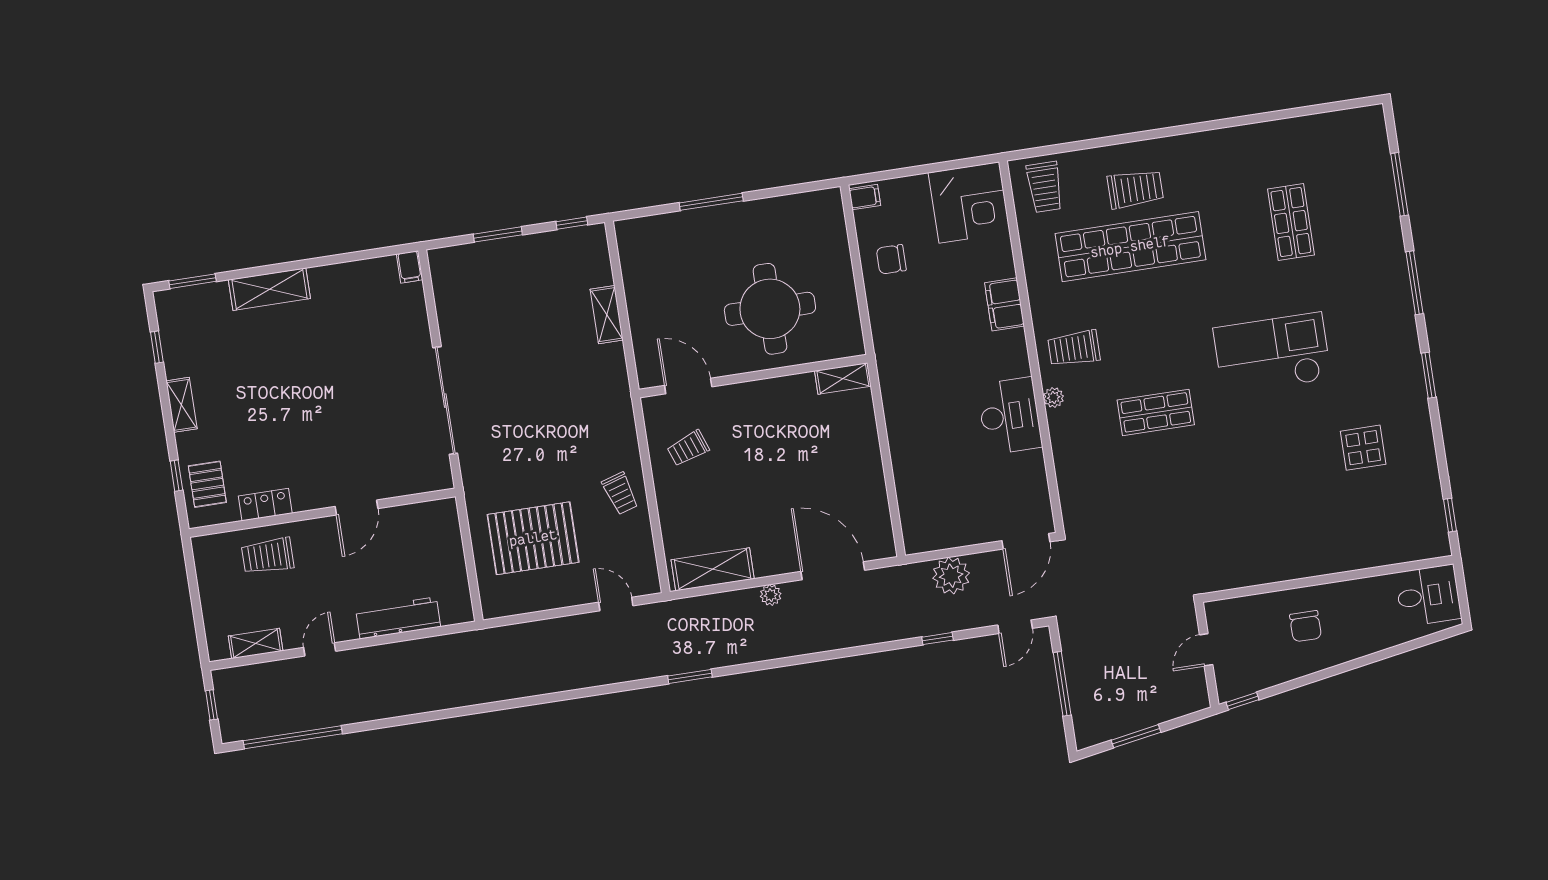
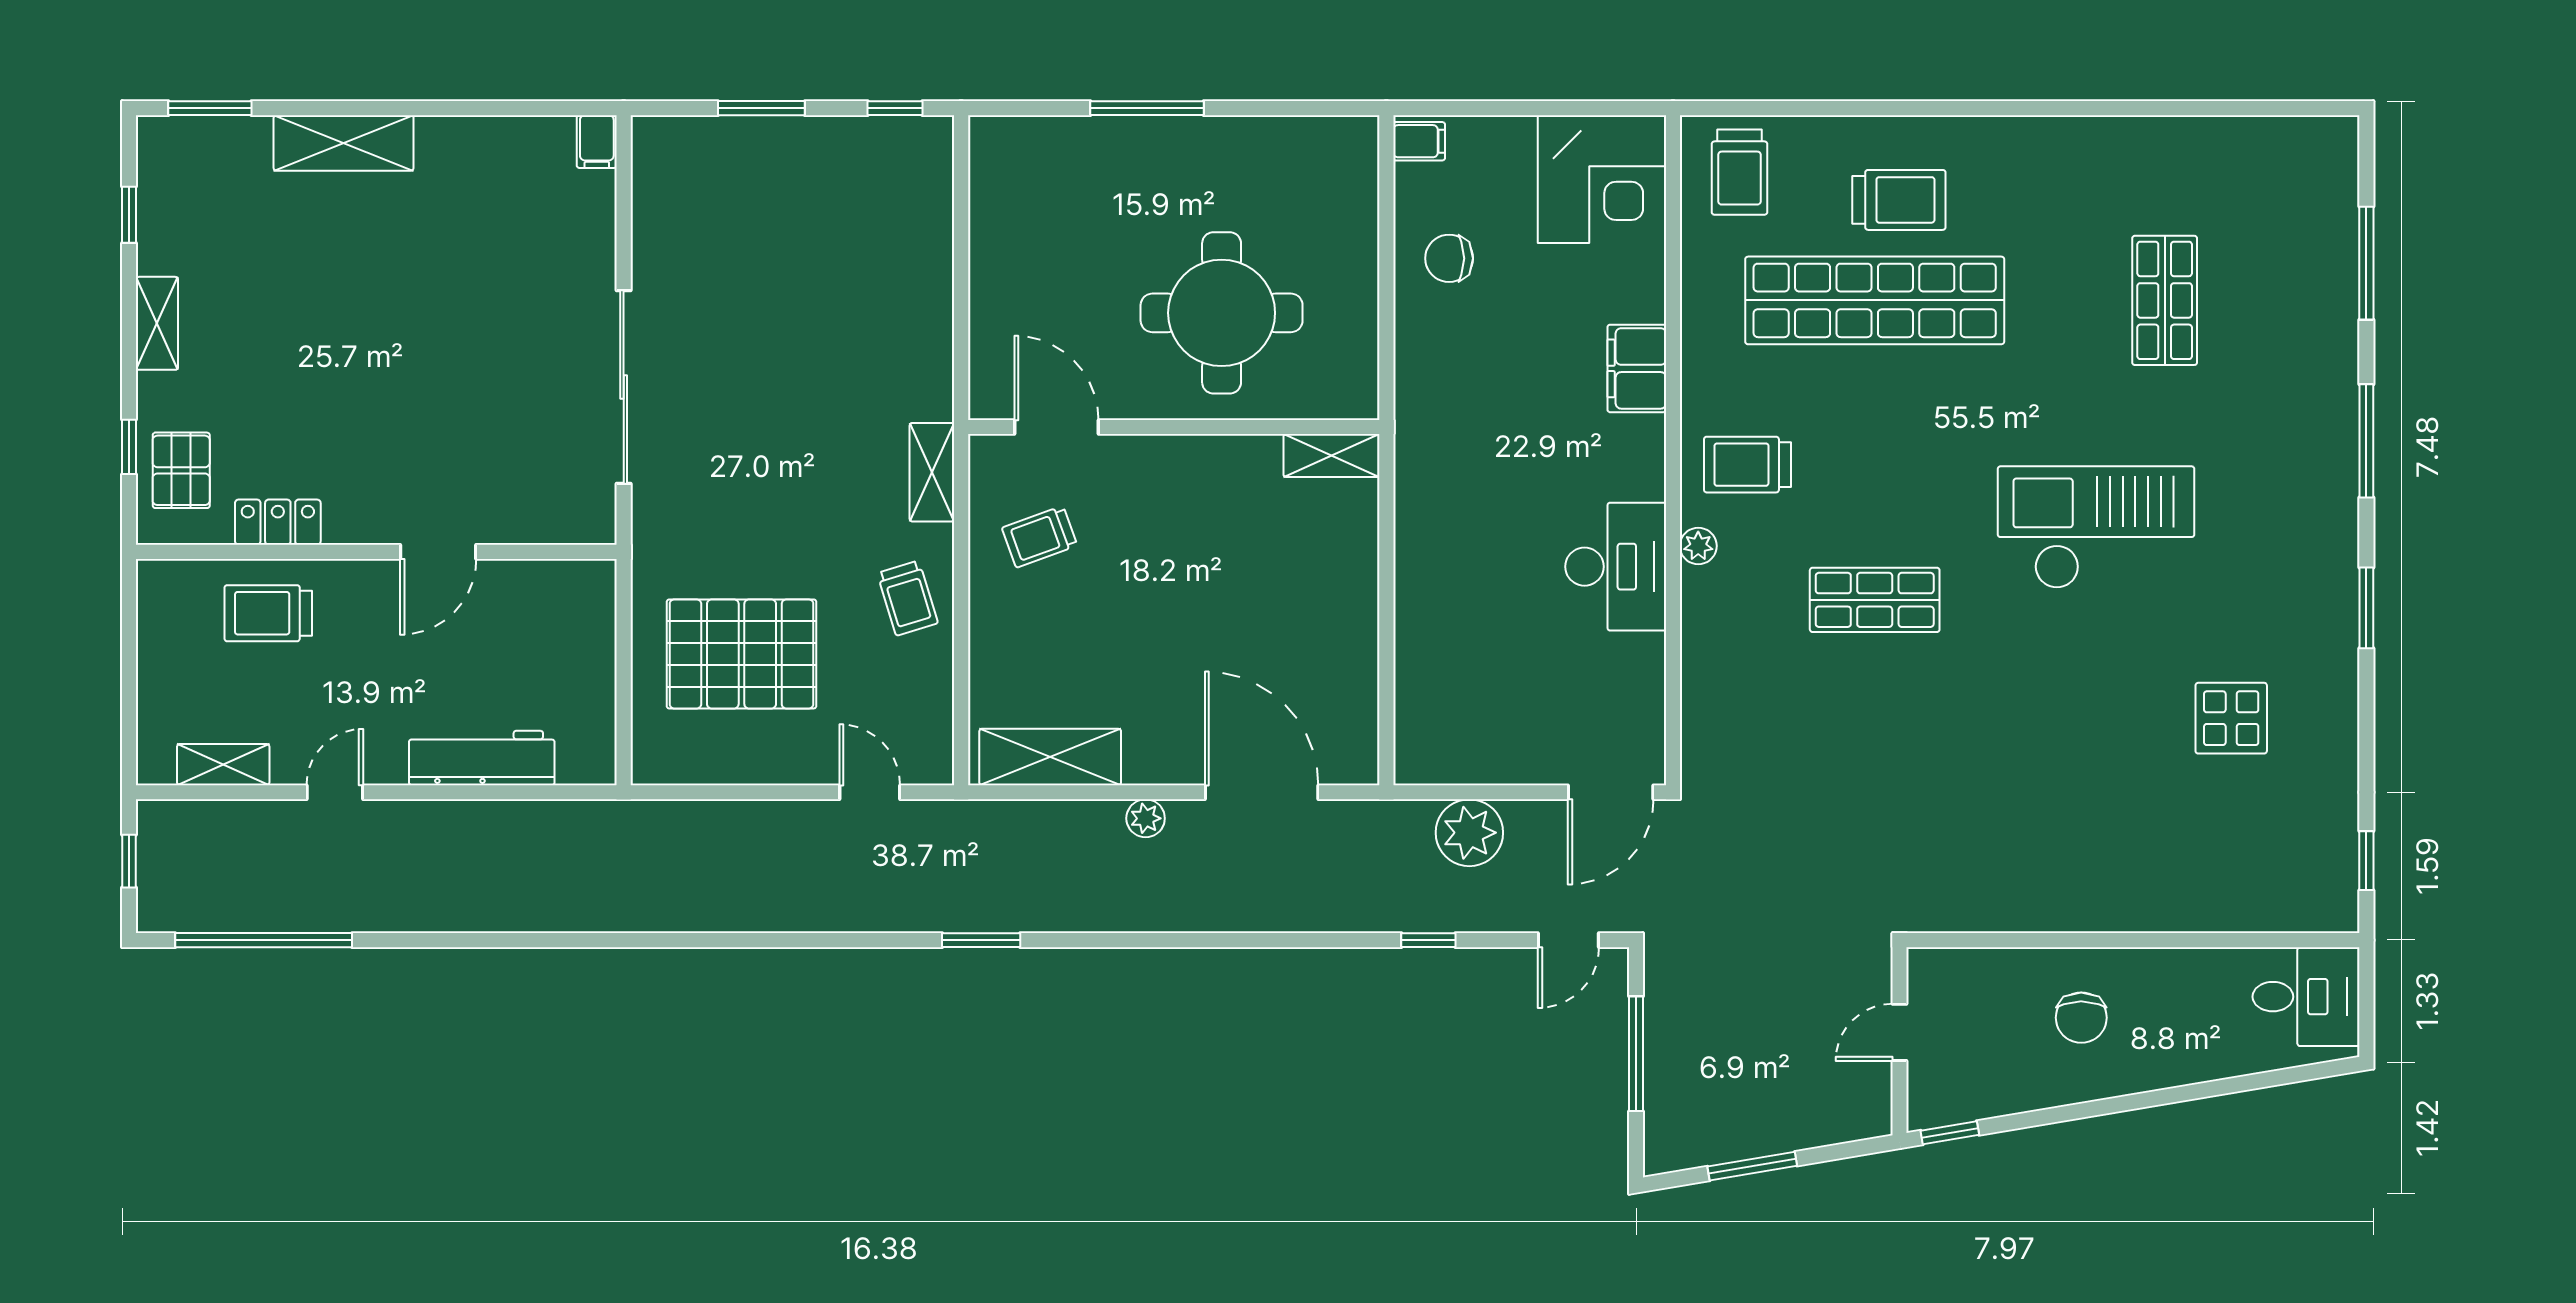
shelving: (607, 315) -> (932, 472), moved

